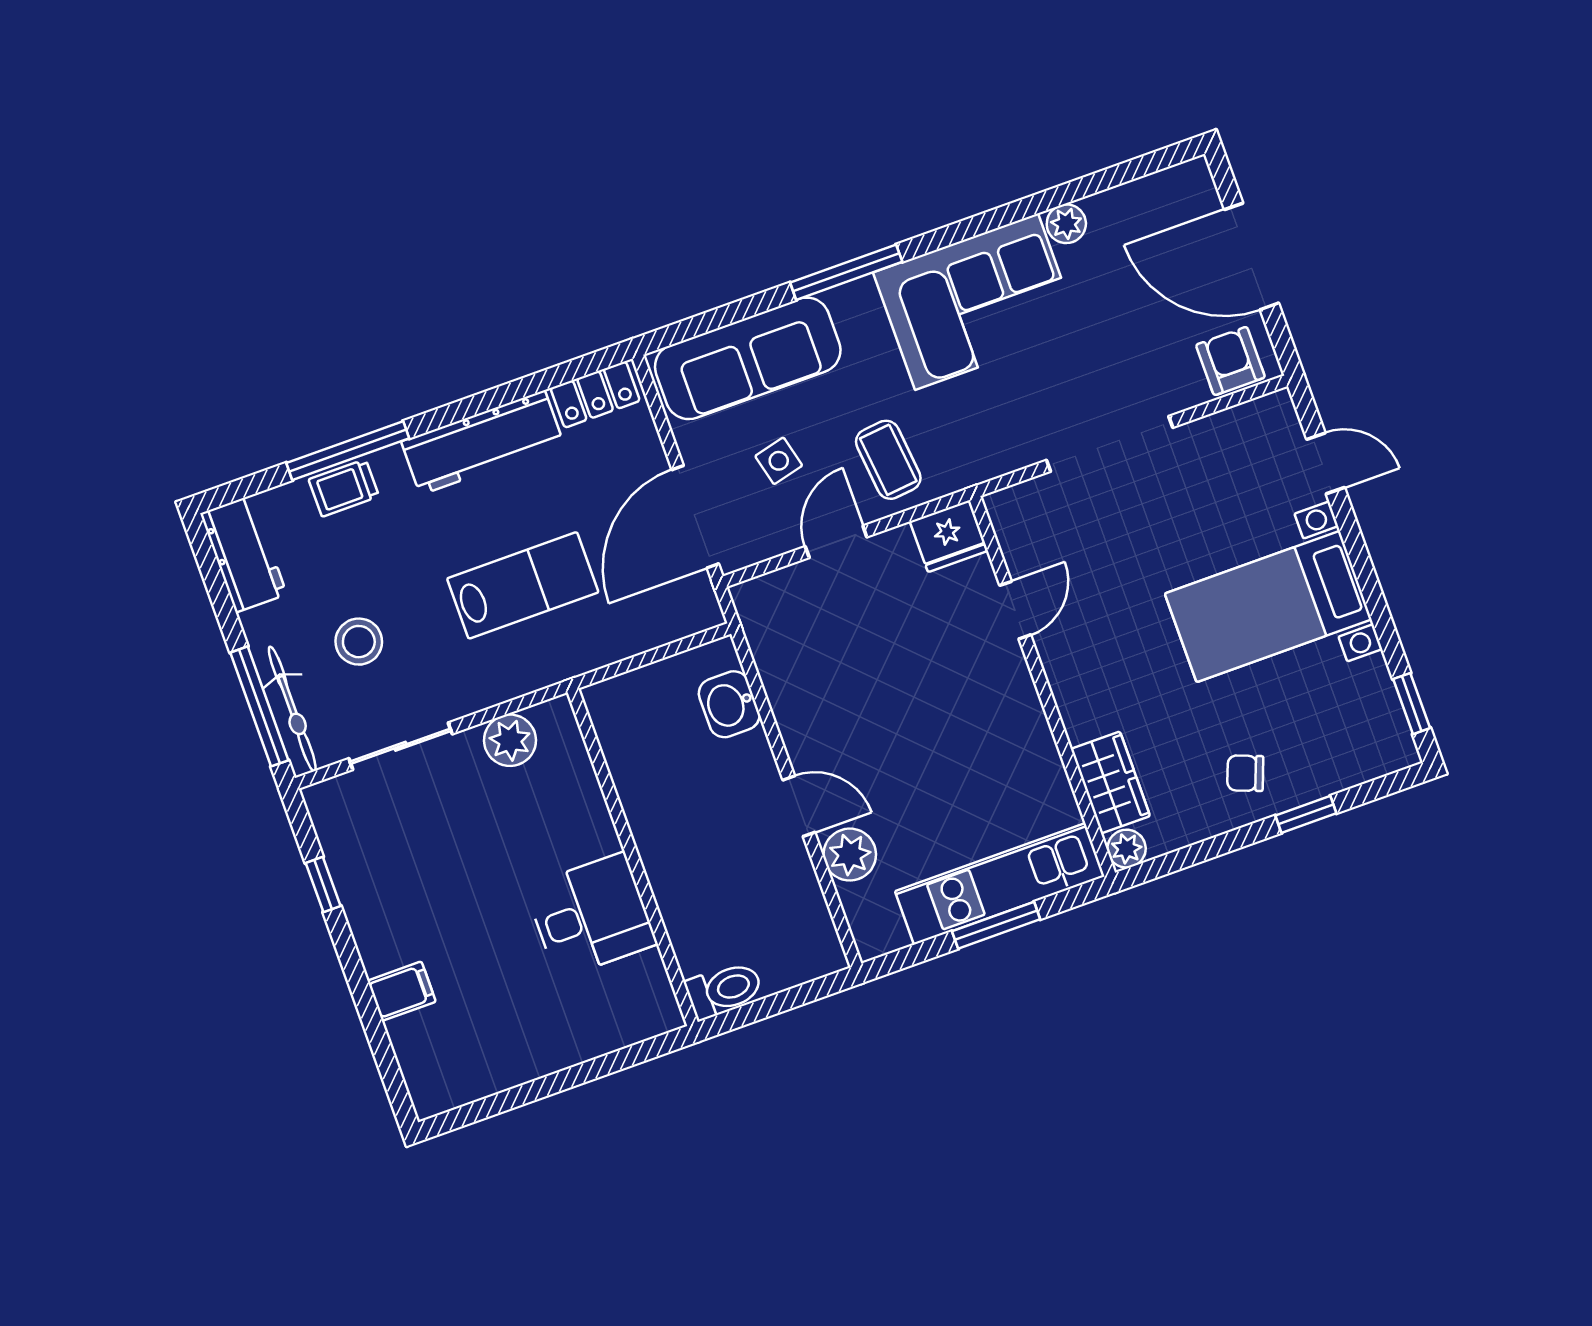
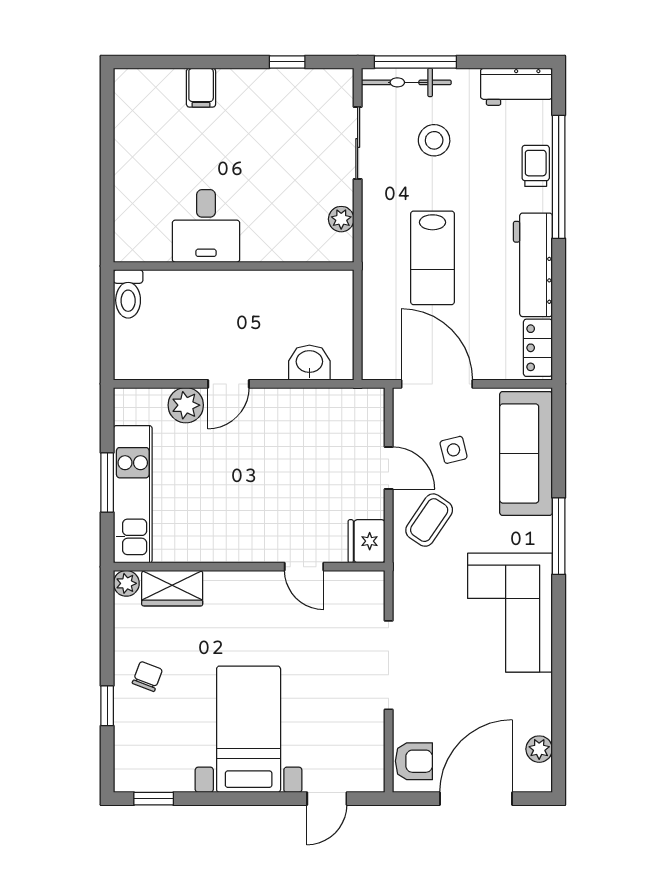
plant: (1066, 224) -> (539, 749), moved
window: (348, 451) -> (559, 177), width x1.46
coffee table: (888, 460) -> (429, 520), turned -50
plant: (510, 740) -> (341, 219), width x0.73, depth x0.73

